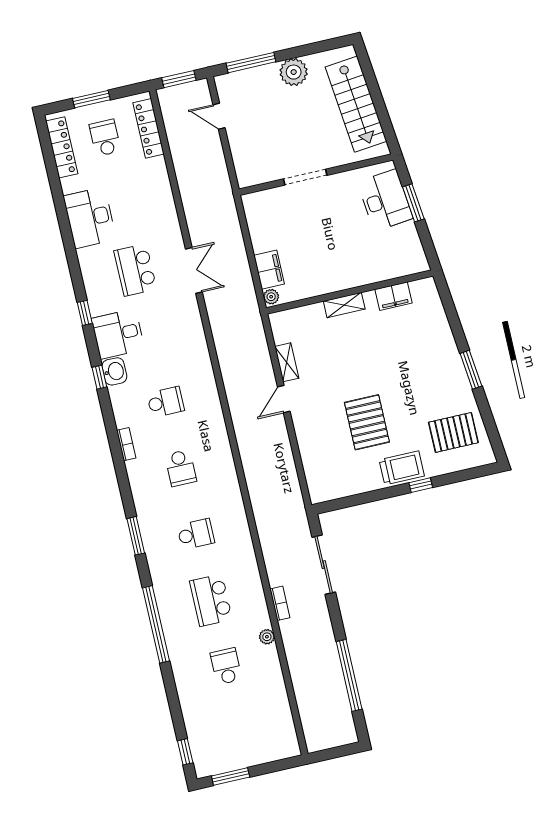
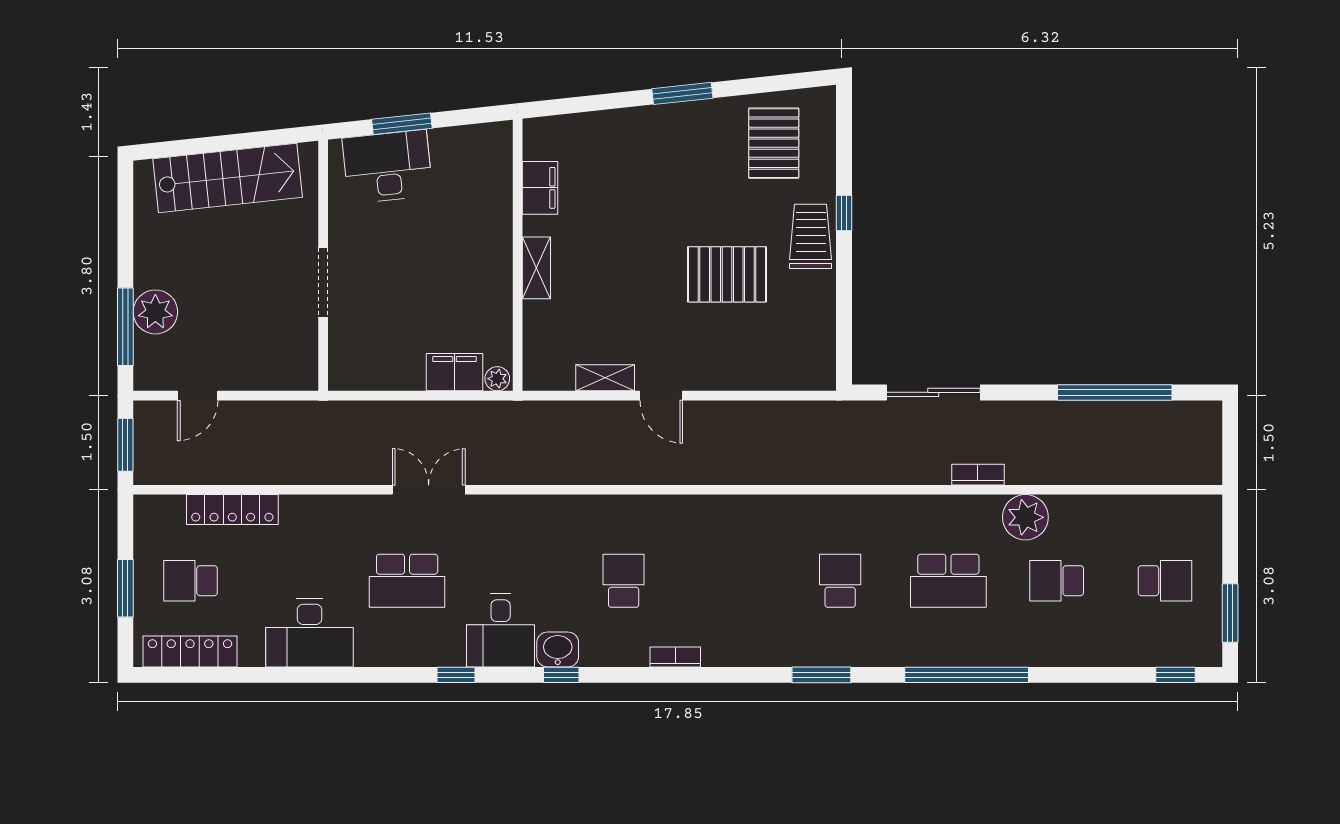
plant: (294, 72) -> (155, 312), moved
locker: (149, 128) -> (232, 510), moved
school desk: (181, 468) -> (1165, 581), moved
plant: (267, 637) -> (1025, 517), width x1.88, depth x1.88

